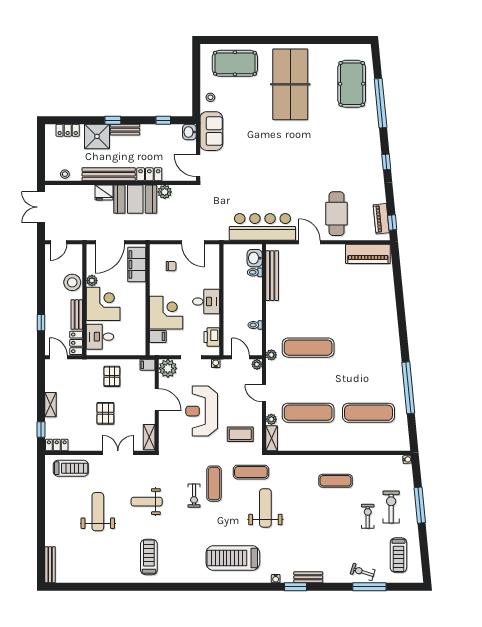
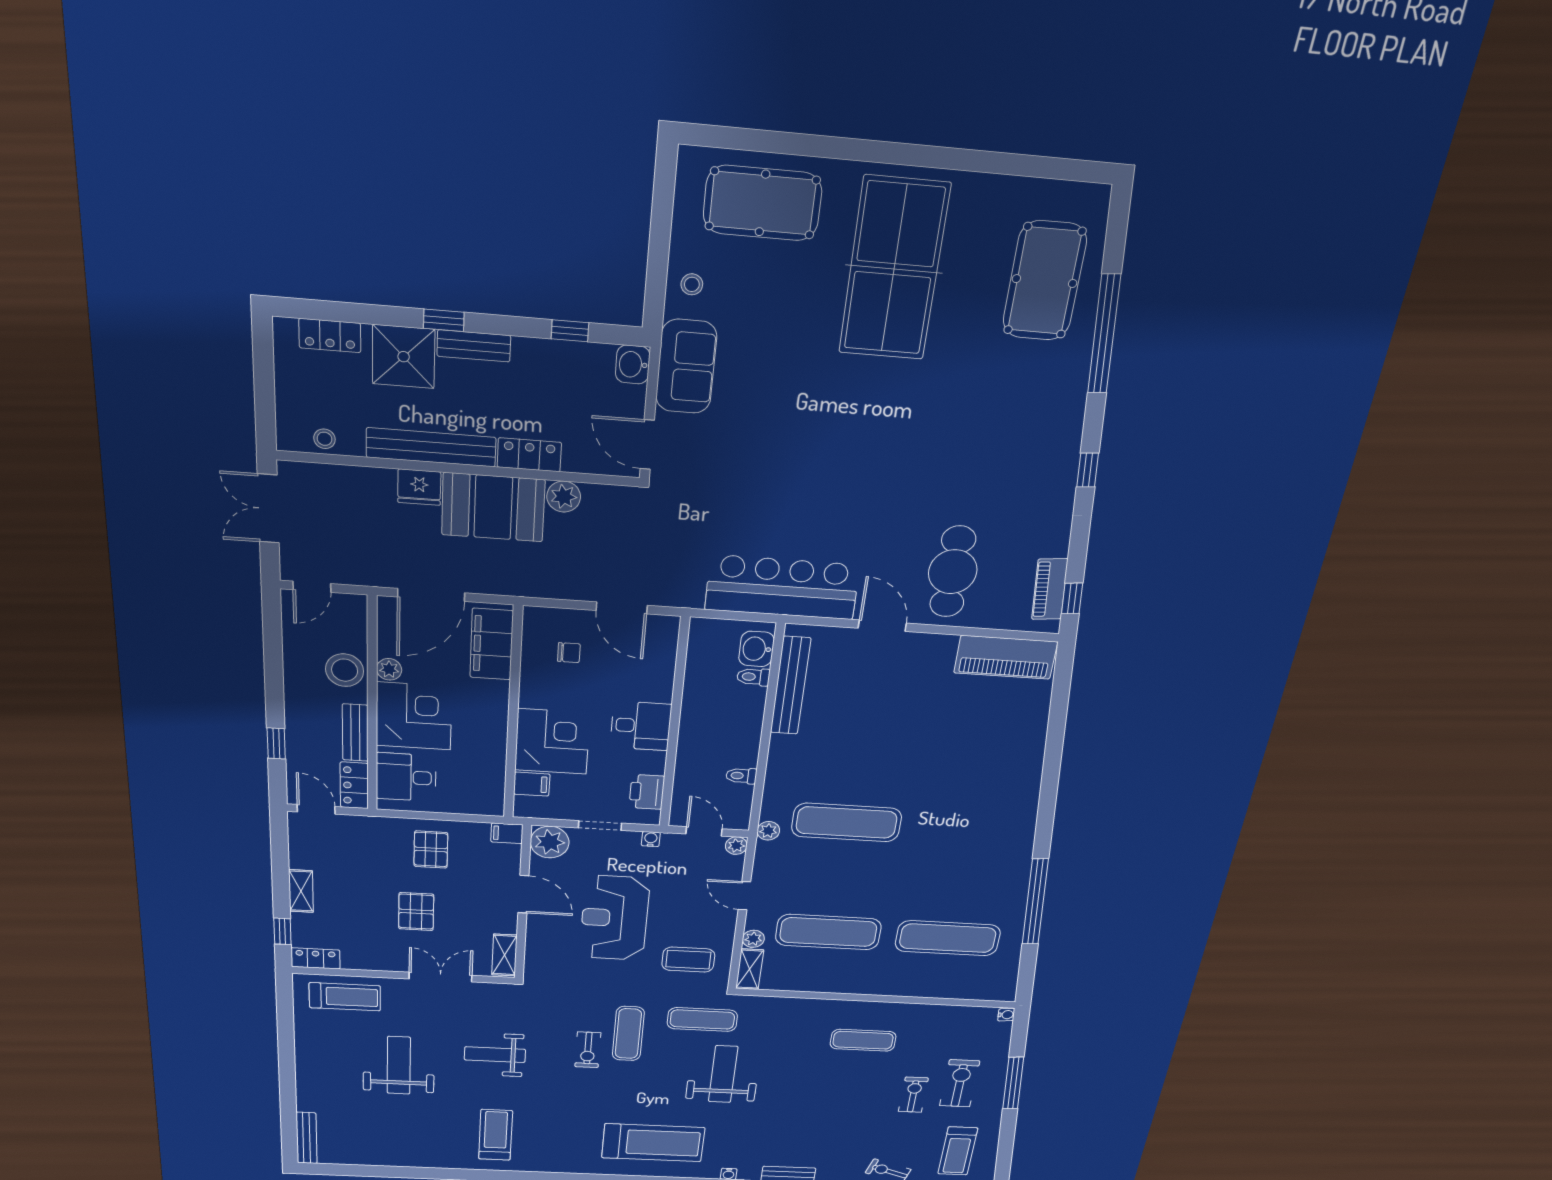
treadmill: (233, 558) -> (653, 1143), turned 180

